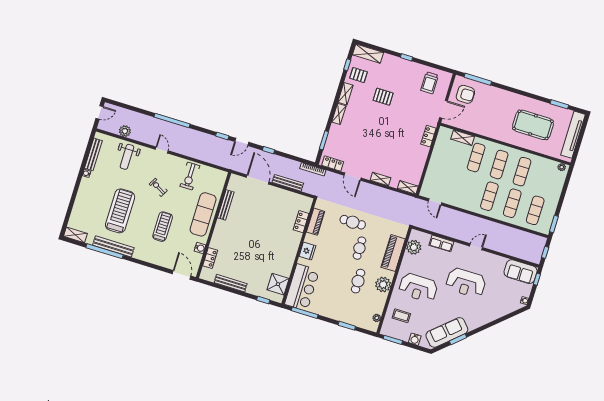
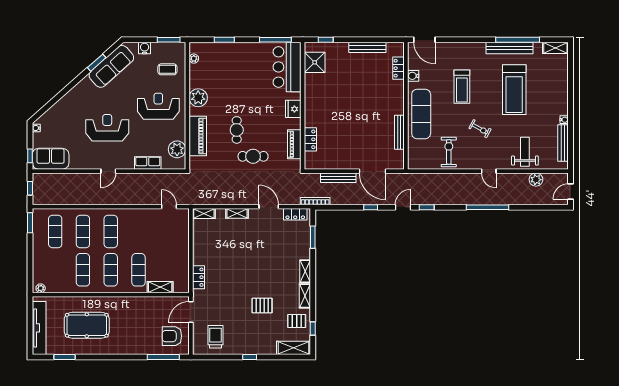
cafe table: (358, 281) -> (227, 93), removed

